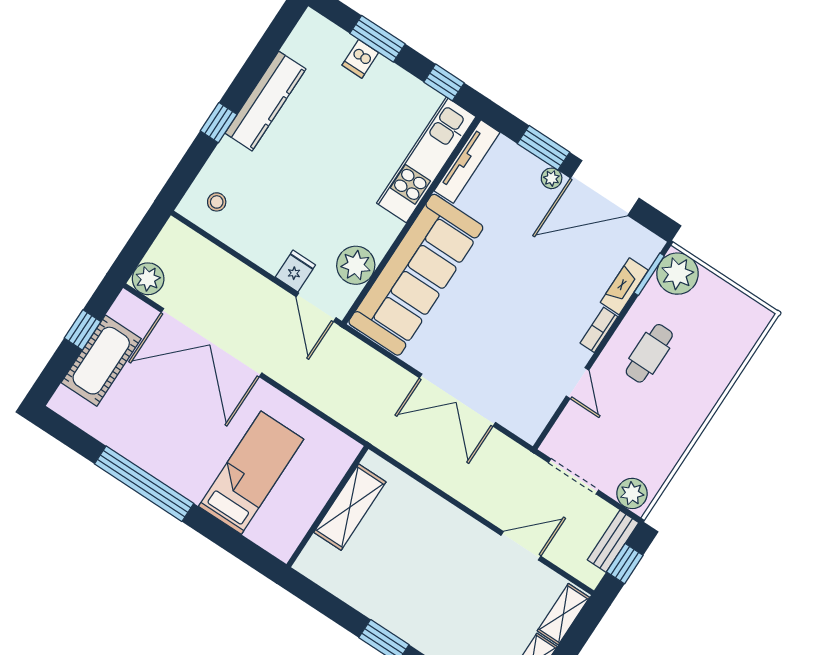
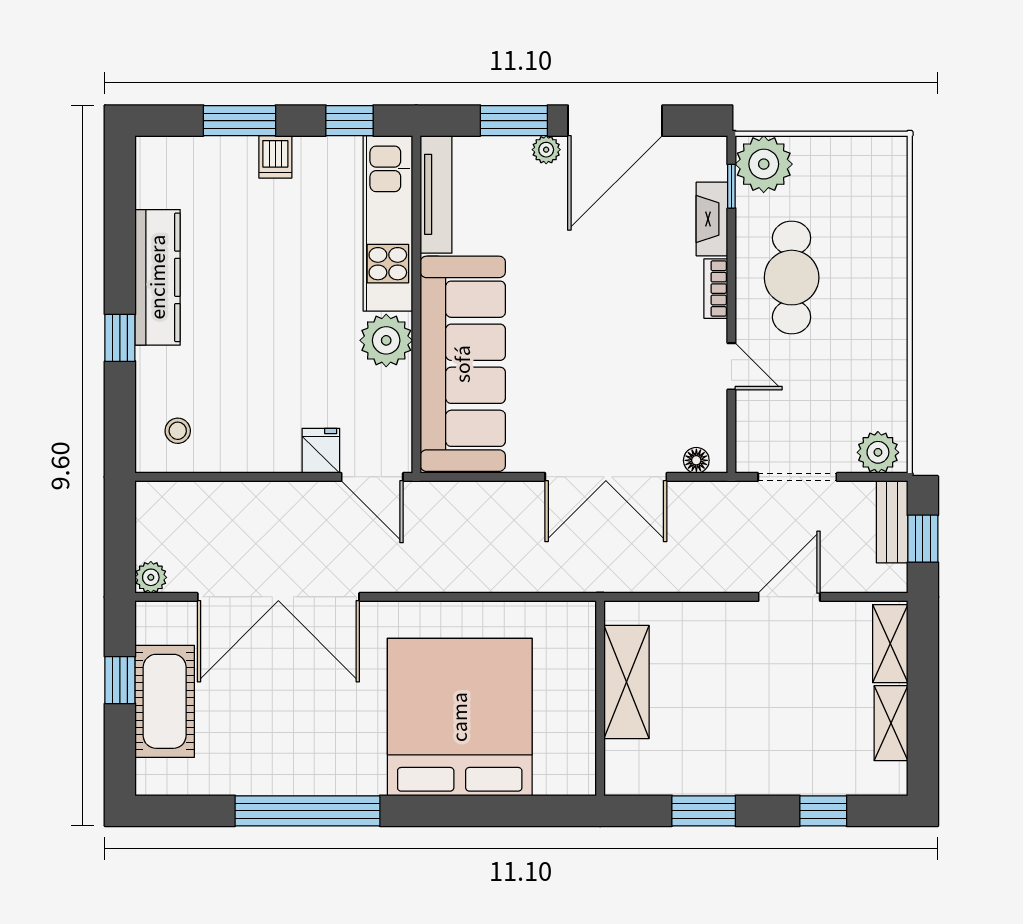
dishwasher: (360, 59) -> (275, 157), moved
plant: (356, 265) -> (386, 340), moved
window: (649, 274) -> (731, 186), width x0.67
plant: (148, 279) -> (151, 577), width x0.73, depth x0.73
cafe table: (649, 353) -> (792, 278), width x1.37, depth x1.35
floor lamp: (519, 426) -> (696, 460), added
bed: (251, 473) -> (460, 717), width x2.04
wall: (327, 507) -> (600, 698), moved
shelving: (350, 507) -> (626, 682), moved

